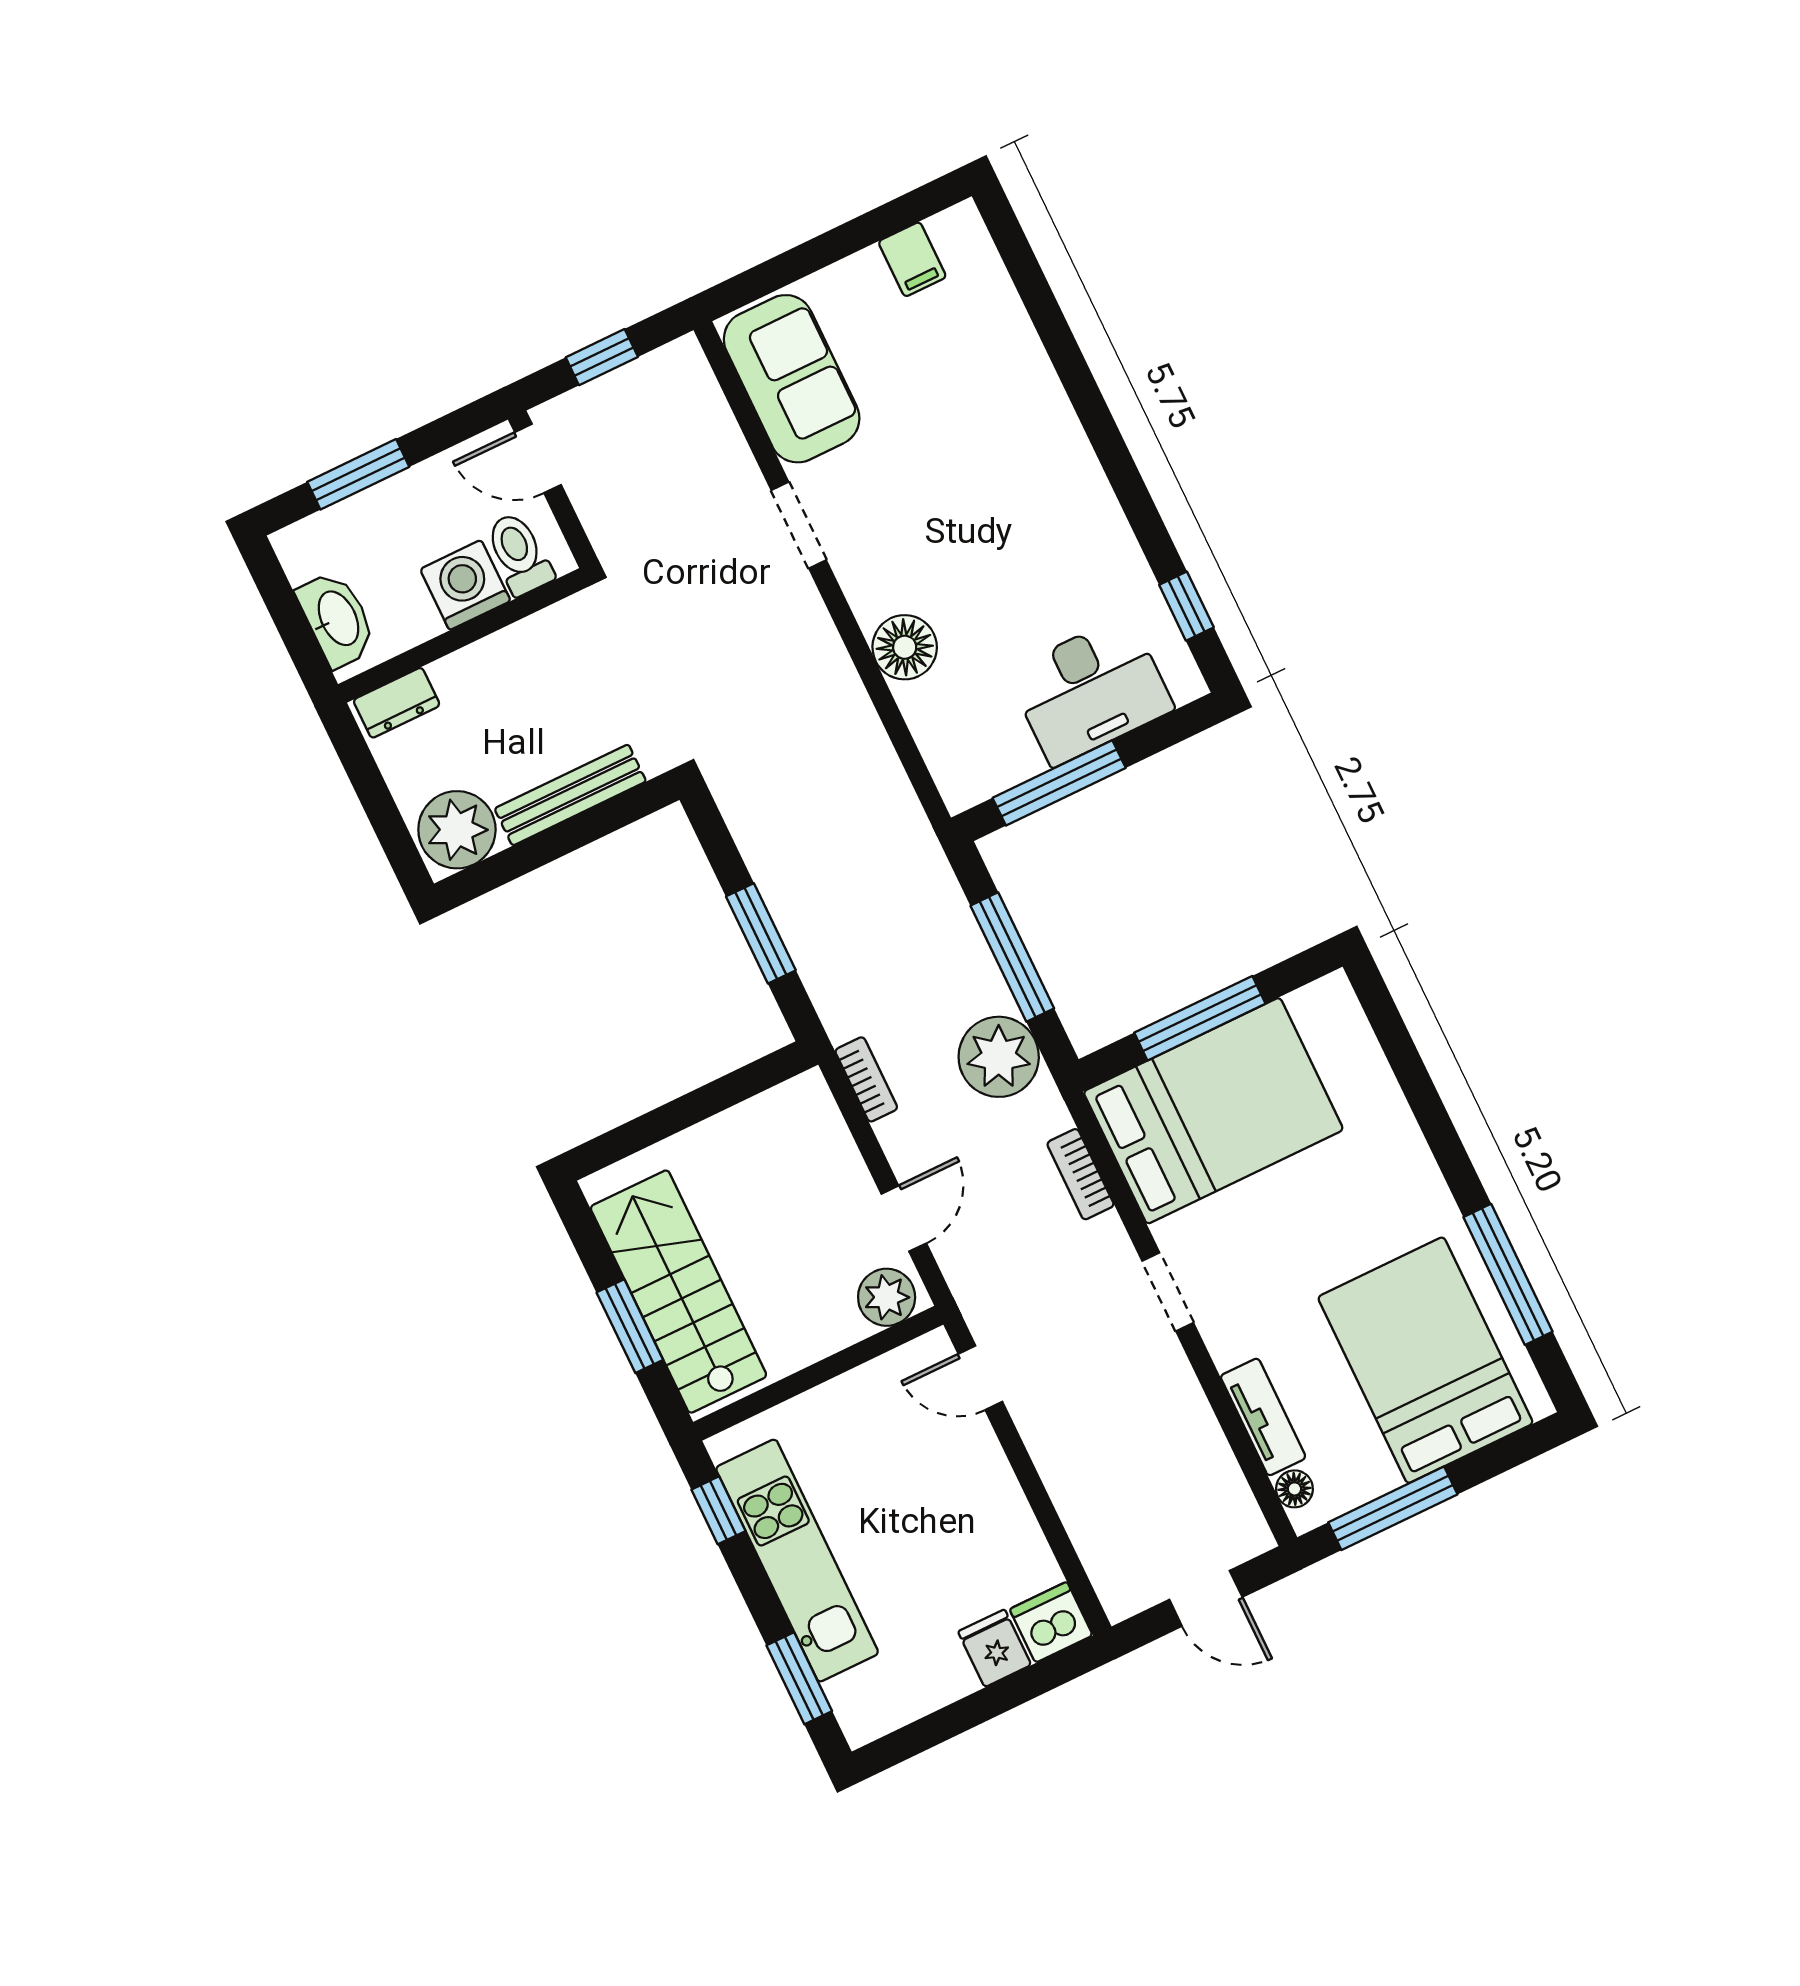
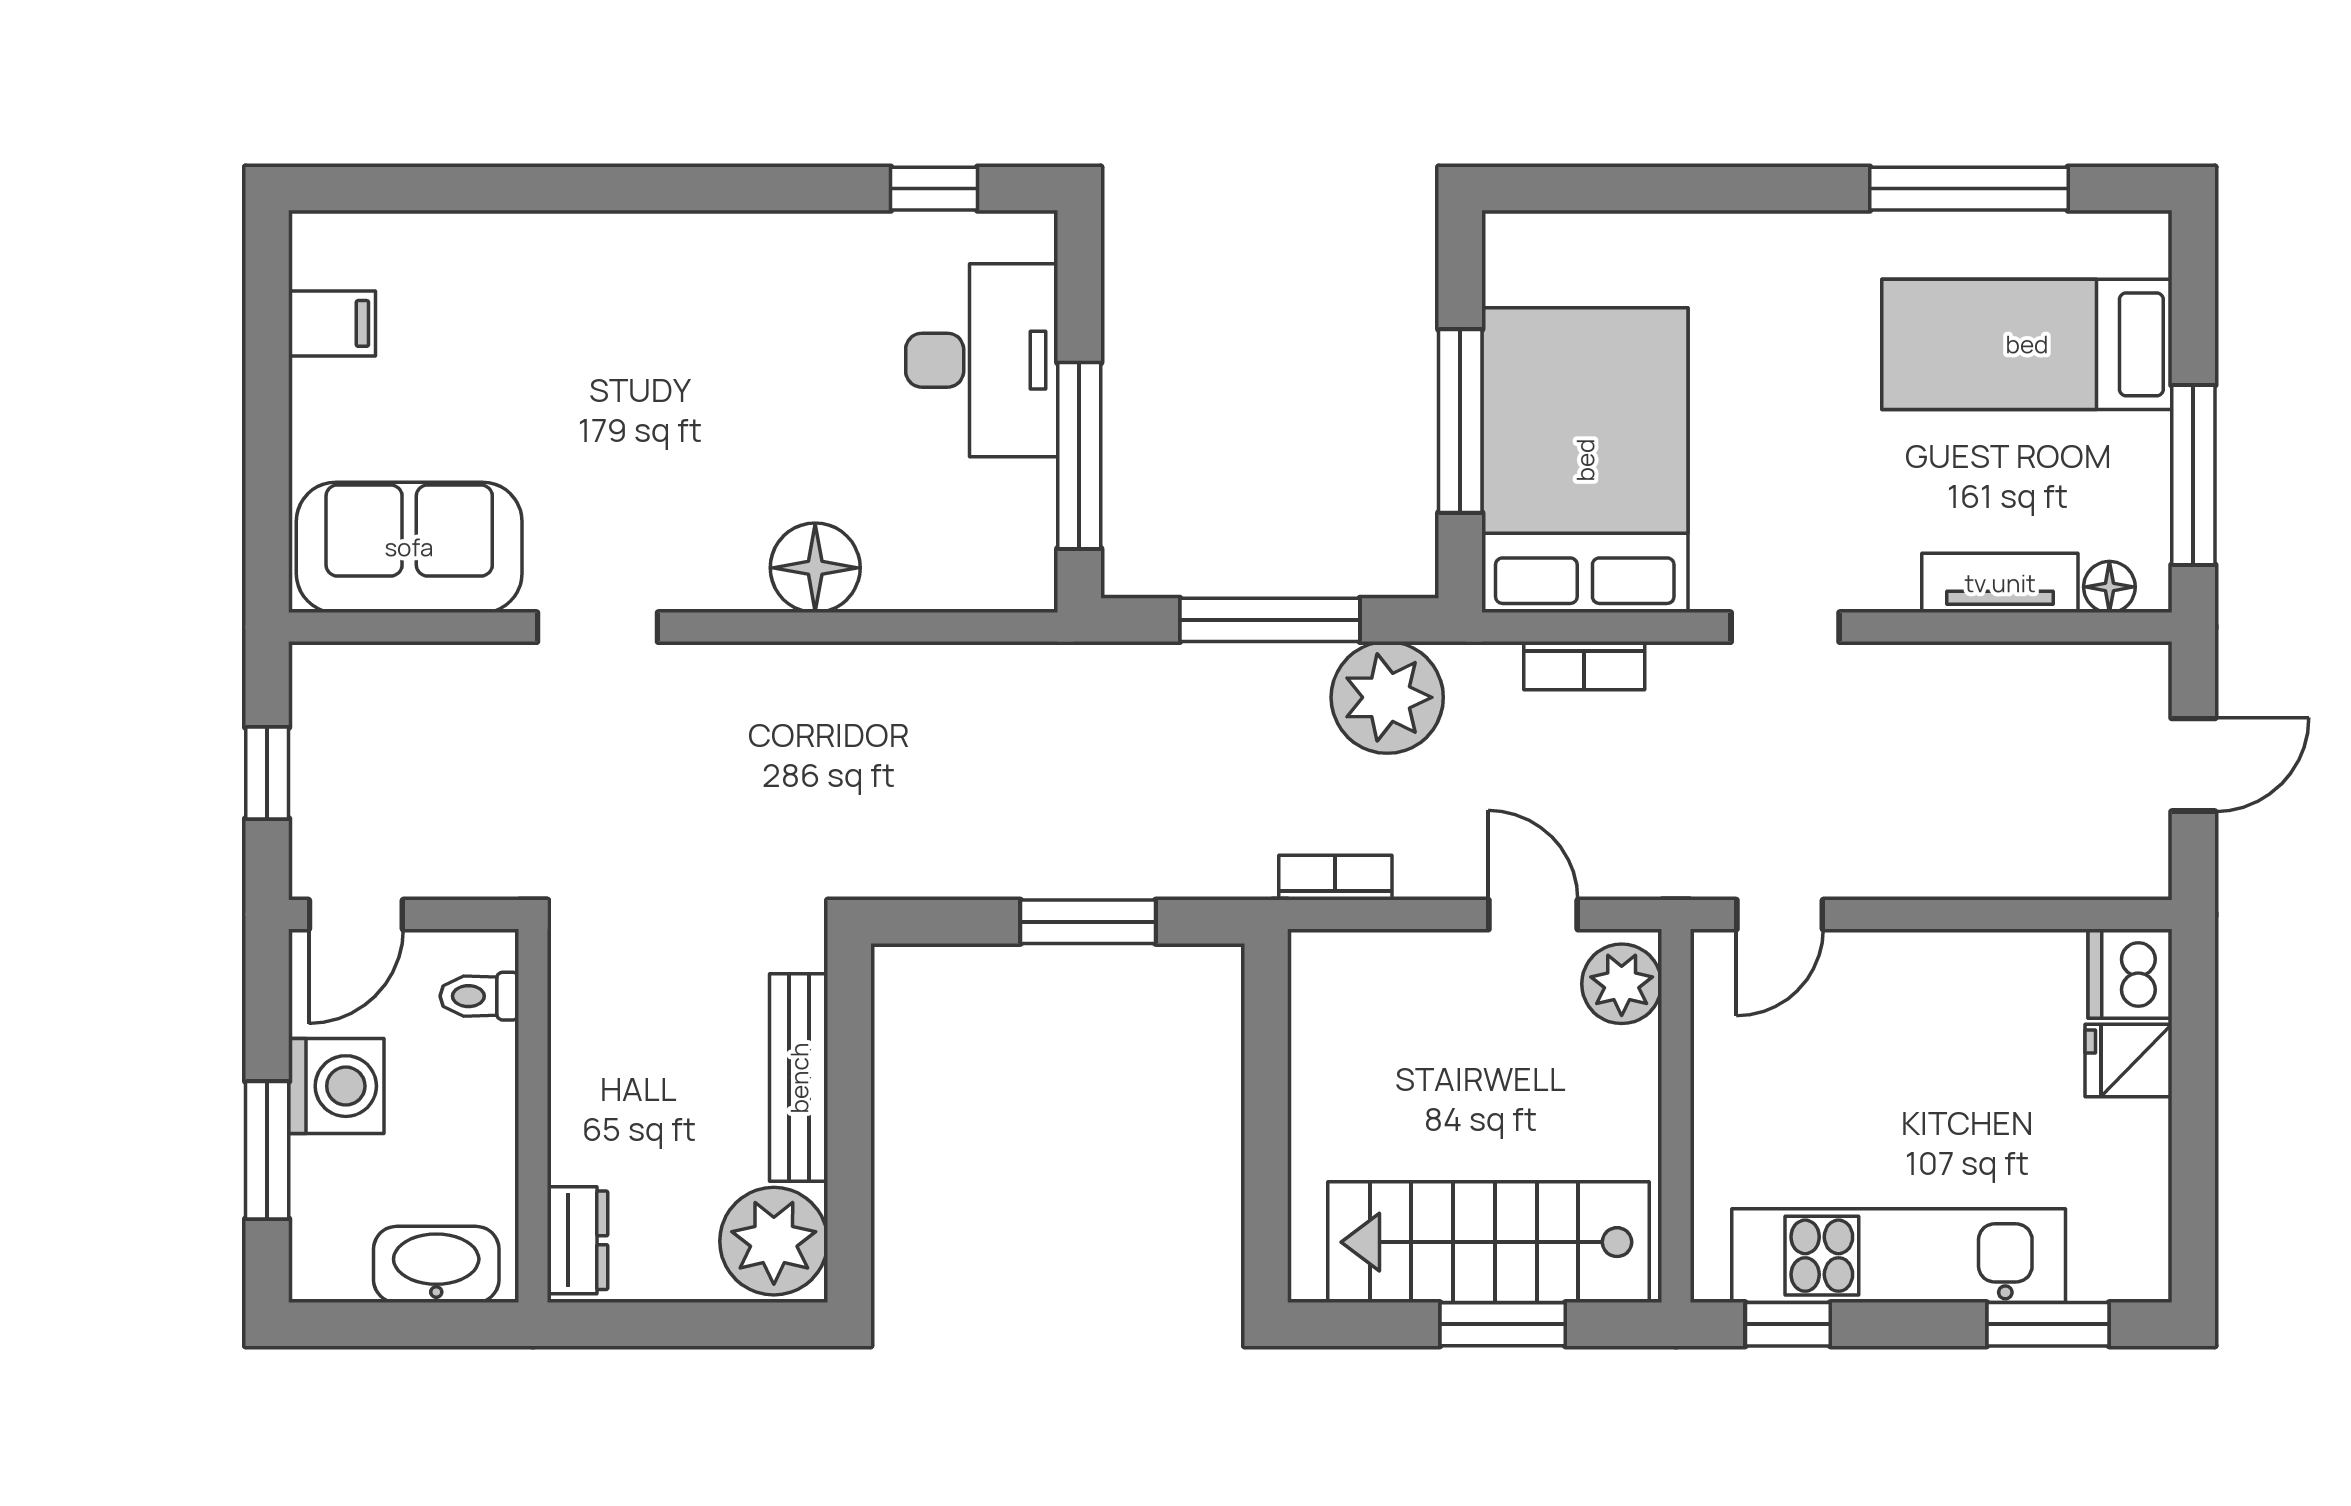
toilet: (519, 554) -> (479, 996), width x0.73, depth x0.72
washing machine: (465, 585) -> (336, 1086), moved, turned 180
bed: (1425, 1360) -> (2027, 344), width x0.67

